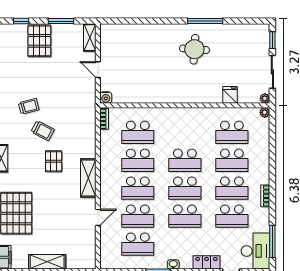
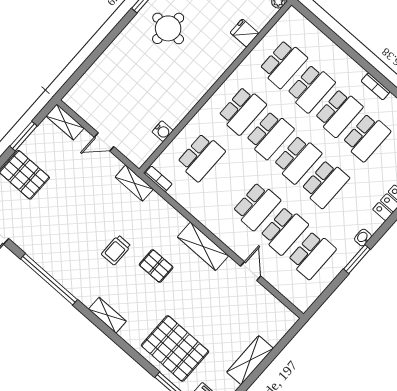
water cooler: (106, 97) -> (163, 131), moved
trolley: (29, 106) -> (80, 243), removed
shelving: (90, 107) -> (134, 183), added
plant: (265, 112) -> (292, 14), removed
trolley: (43, 131) -> (116, 250), turned 152
school desk: (138, 160) -> (242, 111), moved

